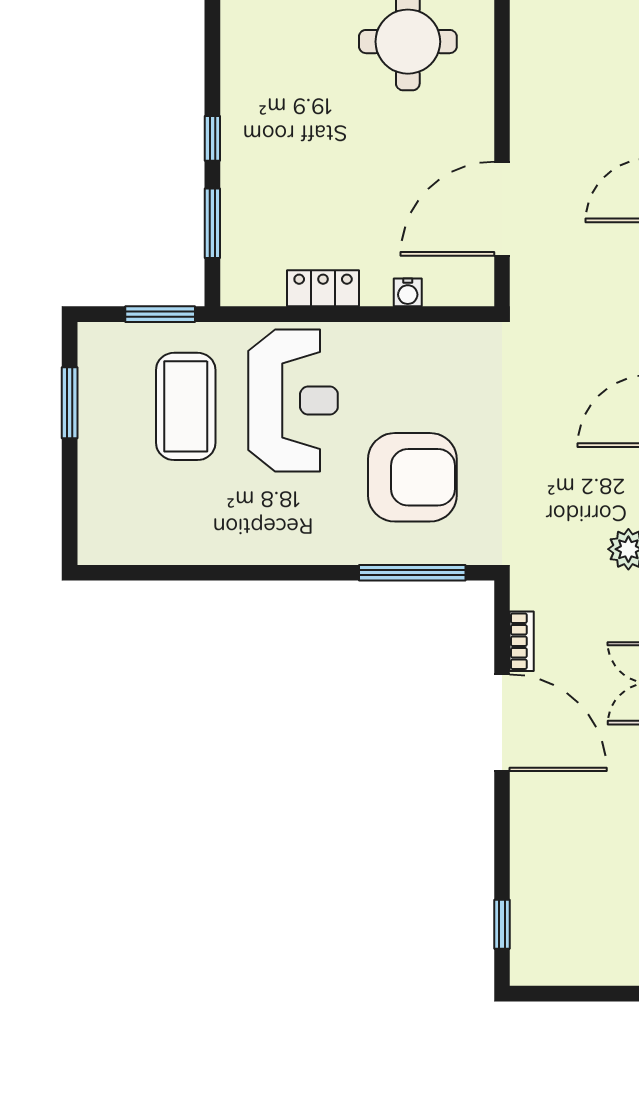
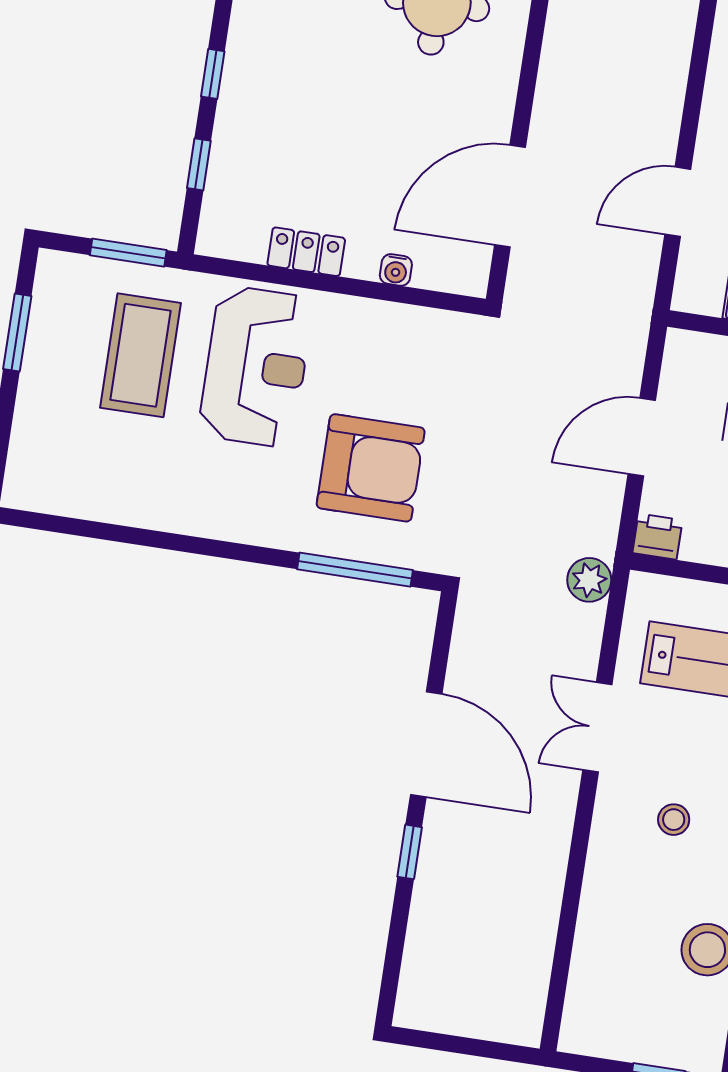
window: (212, 223) -> (199, 164), width x0.67
bookcase: (522, 641) -> (461, 661), removed
window: (502, 924) -> (410, 852), moved

